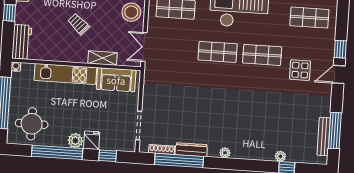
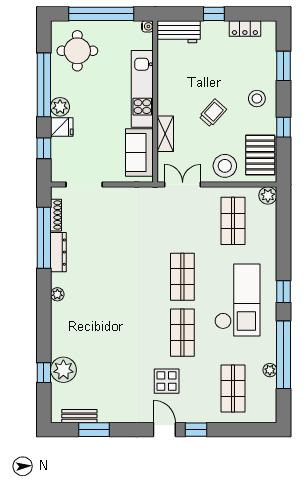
trolley: (79, 24) -> (213, 113), moved
window: (335, 131) -> (94, 430), width x0.69
bench: (324, 136) -> (79, 416), width x0.73
plant: (280, 156) -> (63, 370), width x1.87, depth x1.87

